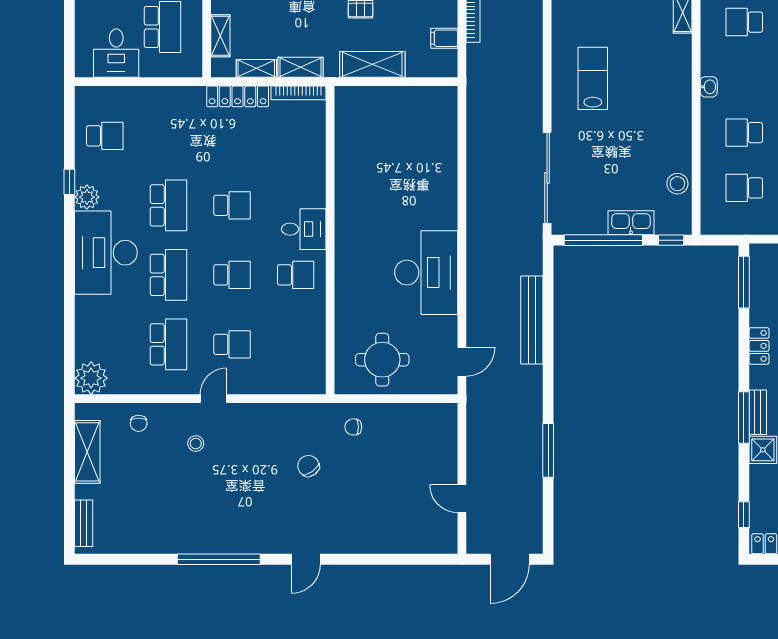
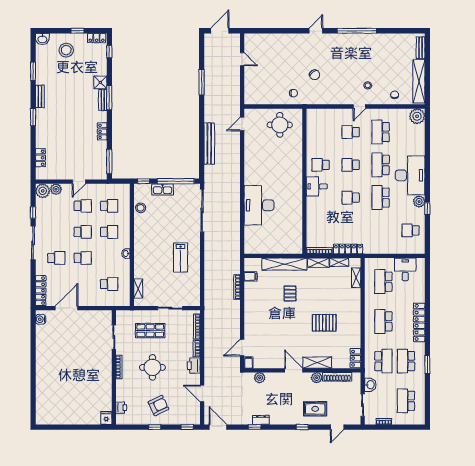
shelving: (372, 64) -> (284, 264), width x1.47
desk: (426, 273) -> (259, 205), moved
shelving: (87, 452) -> (419, 81), width x1.47

